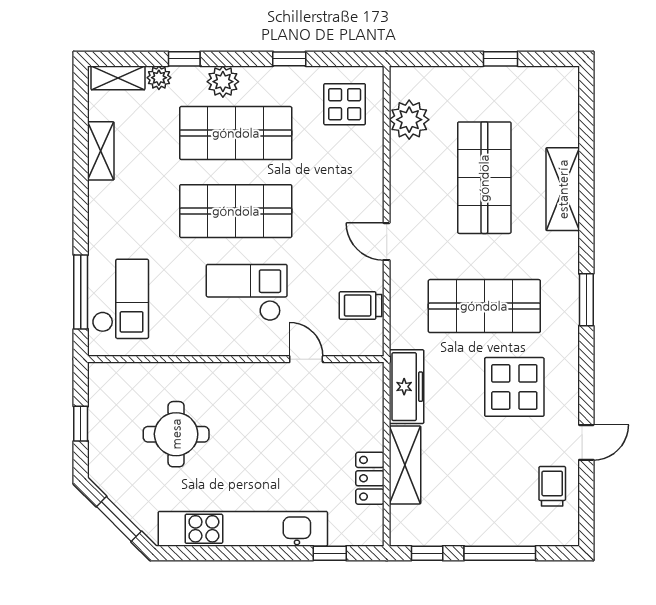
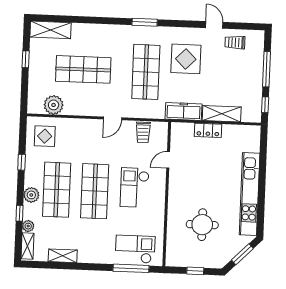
shelving: (563, 189) -> (51, 30), moved
locker: (370, 478) -> (208, 130), moved
window: (330, 553) -> (263, 152), removed

